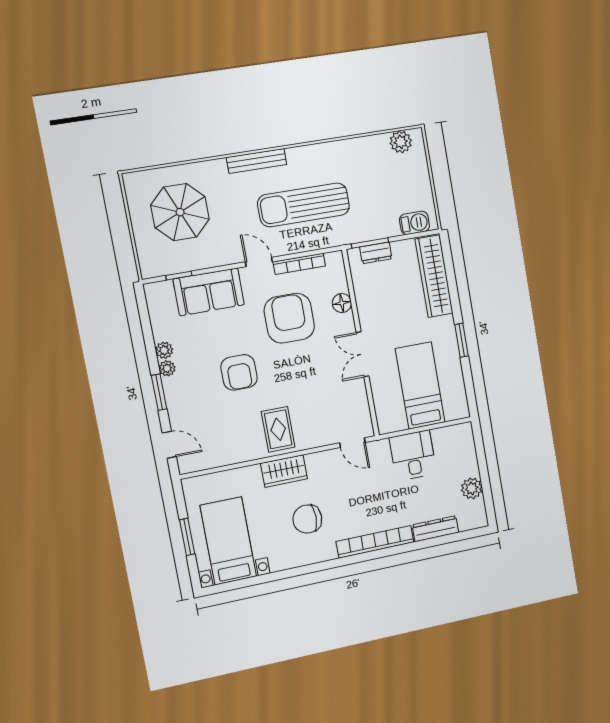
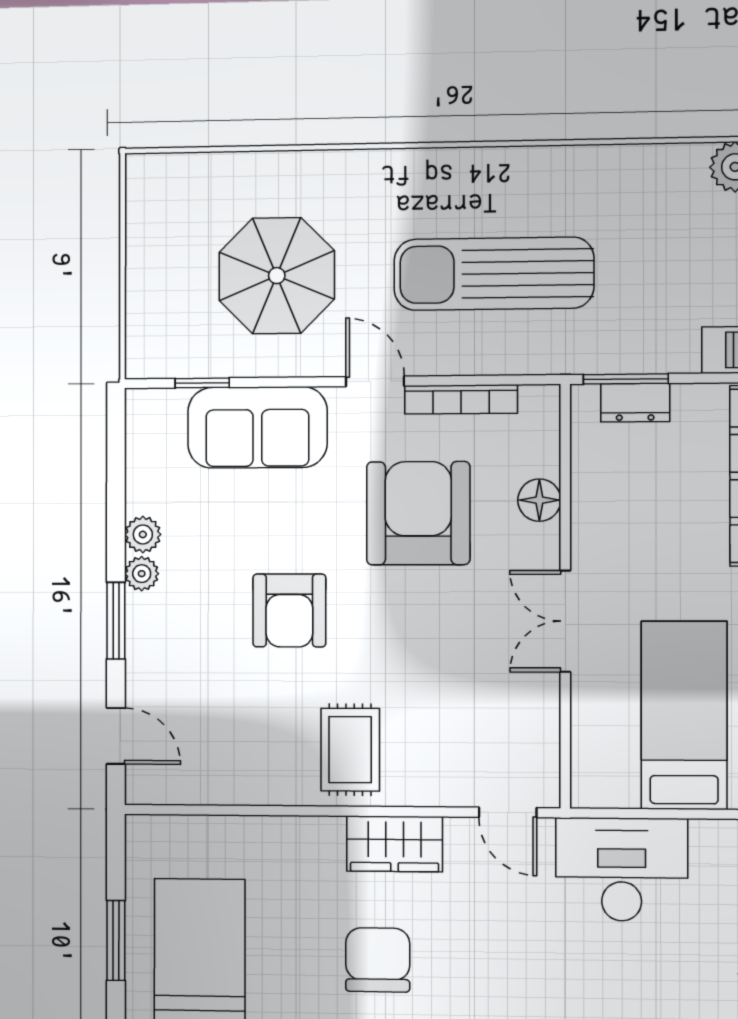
bench: (257, 161) -> (409, 166), removed
parasol: (180, 212) -> (277, 276), moved
desk: (413, 455) -> (622, 869), width x1.37
wardrobe: (284, 471) -> (395, 844), moved
chair: (307, 519) -> (378, 960), turned 90

